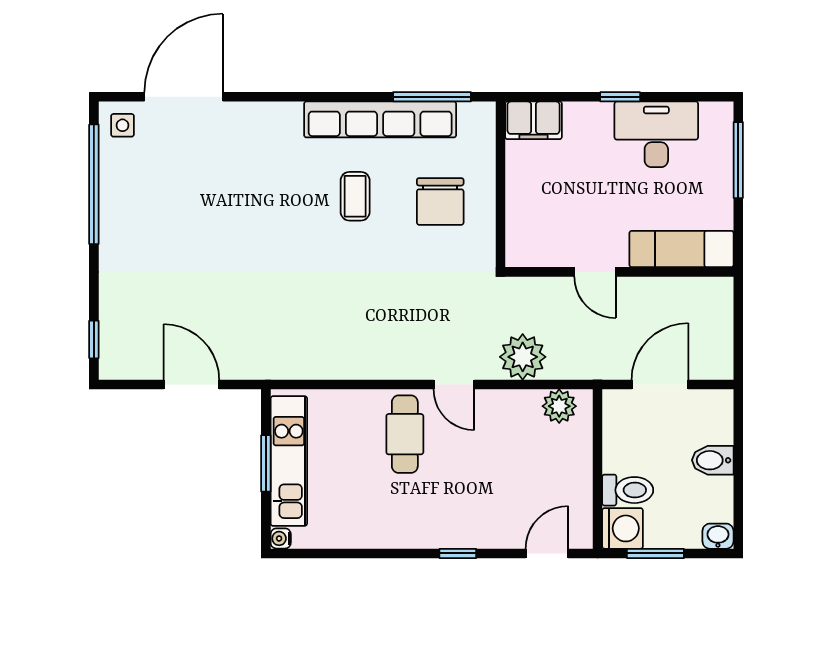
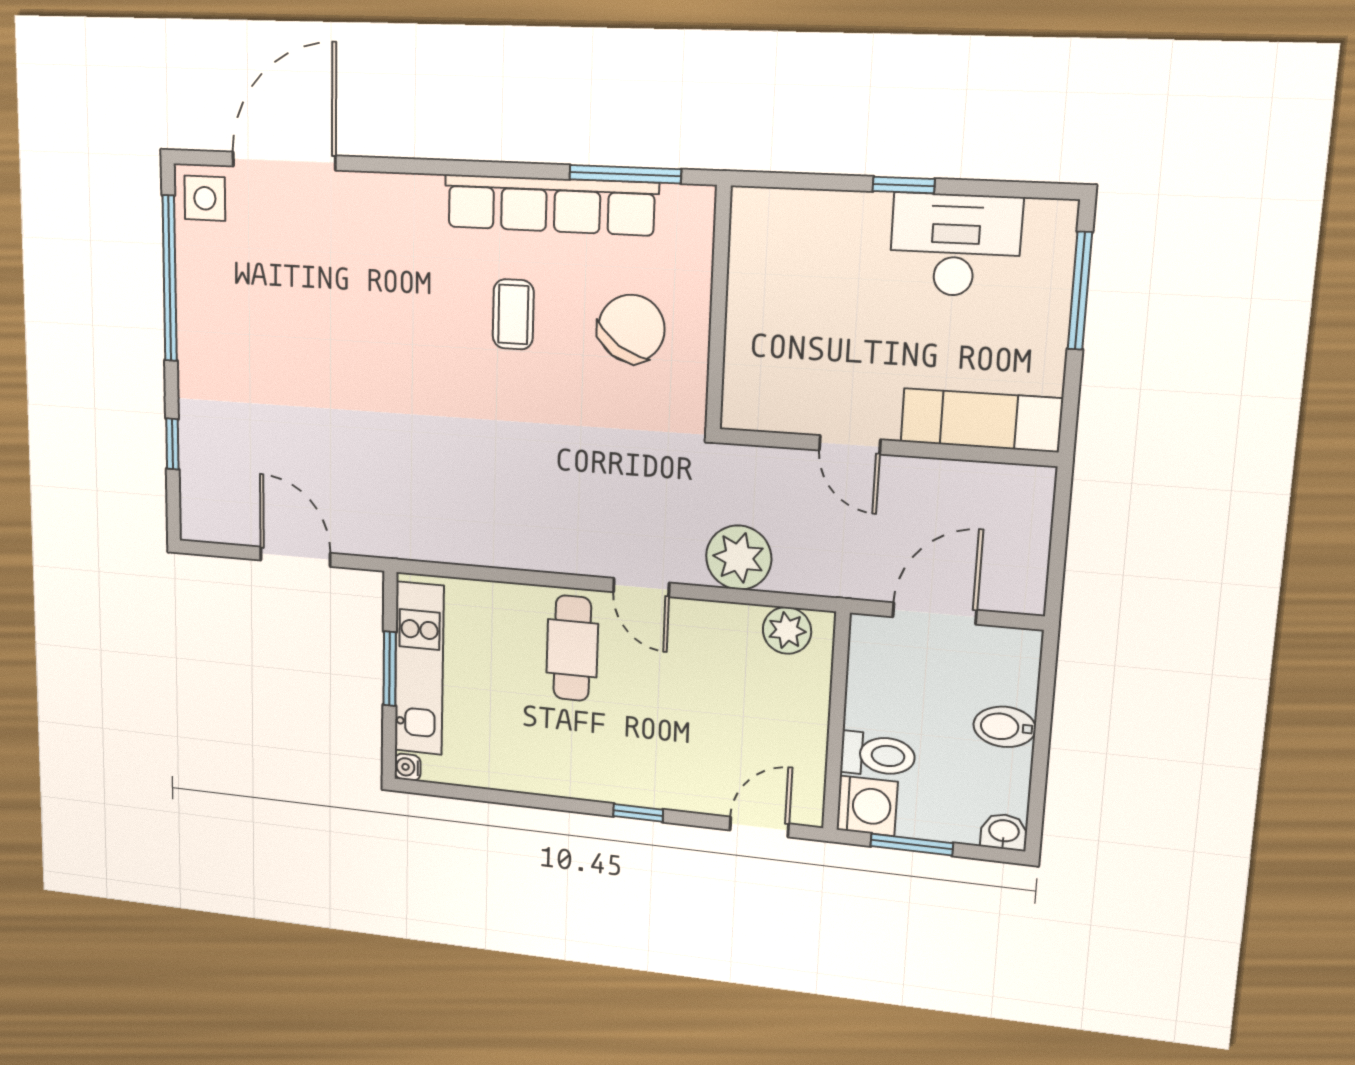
filing cabinet: (534, 120) -> (771, 216), removed
side table: (123, 125) -> (205, 198), width x1.37, depth x1.37
chair: (440, 201) -> (631, 329), turned -146
window: (94, 339) -> (172, 444), moved

